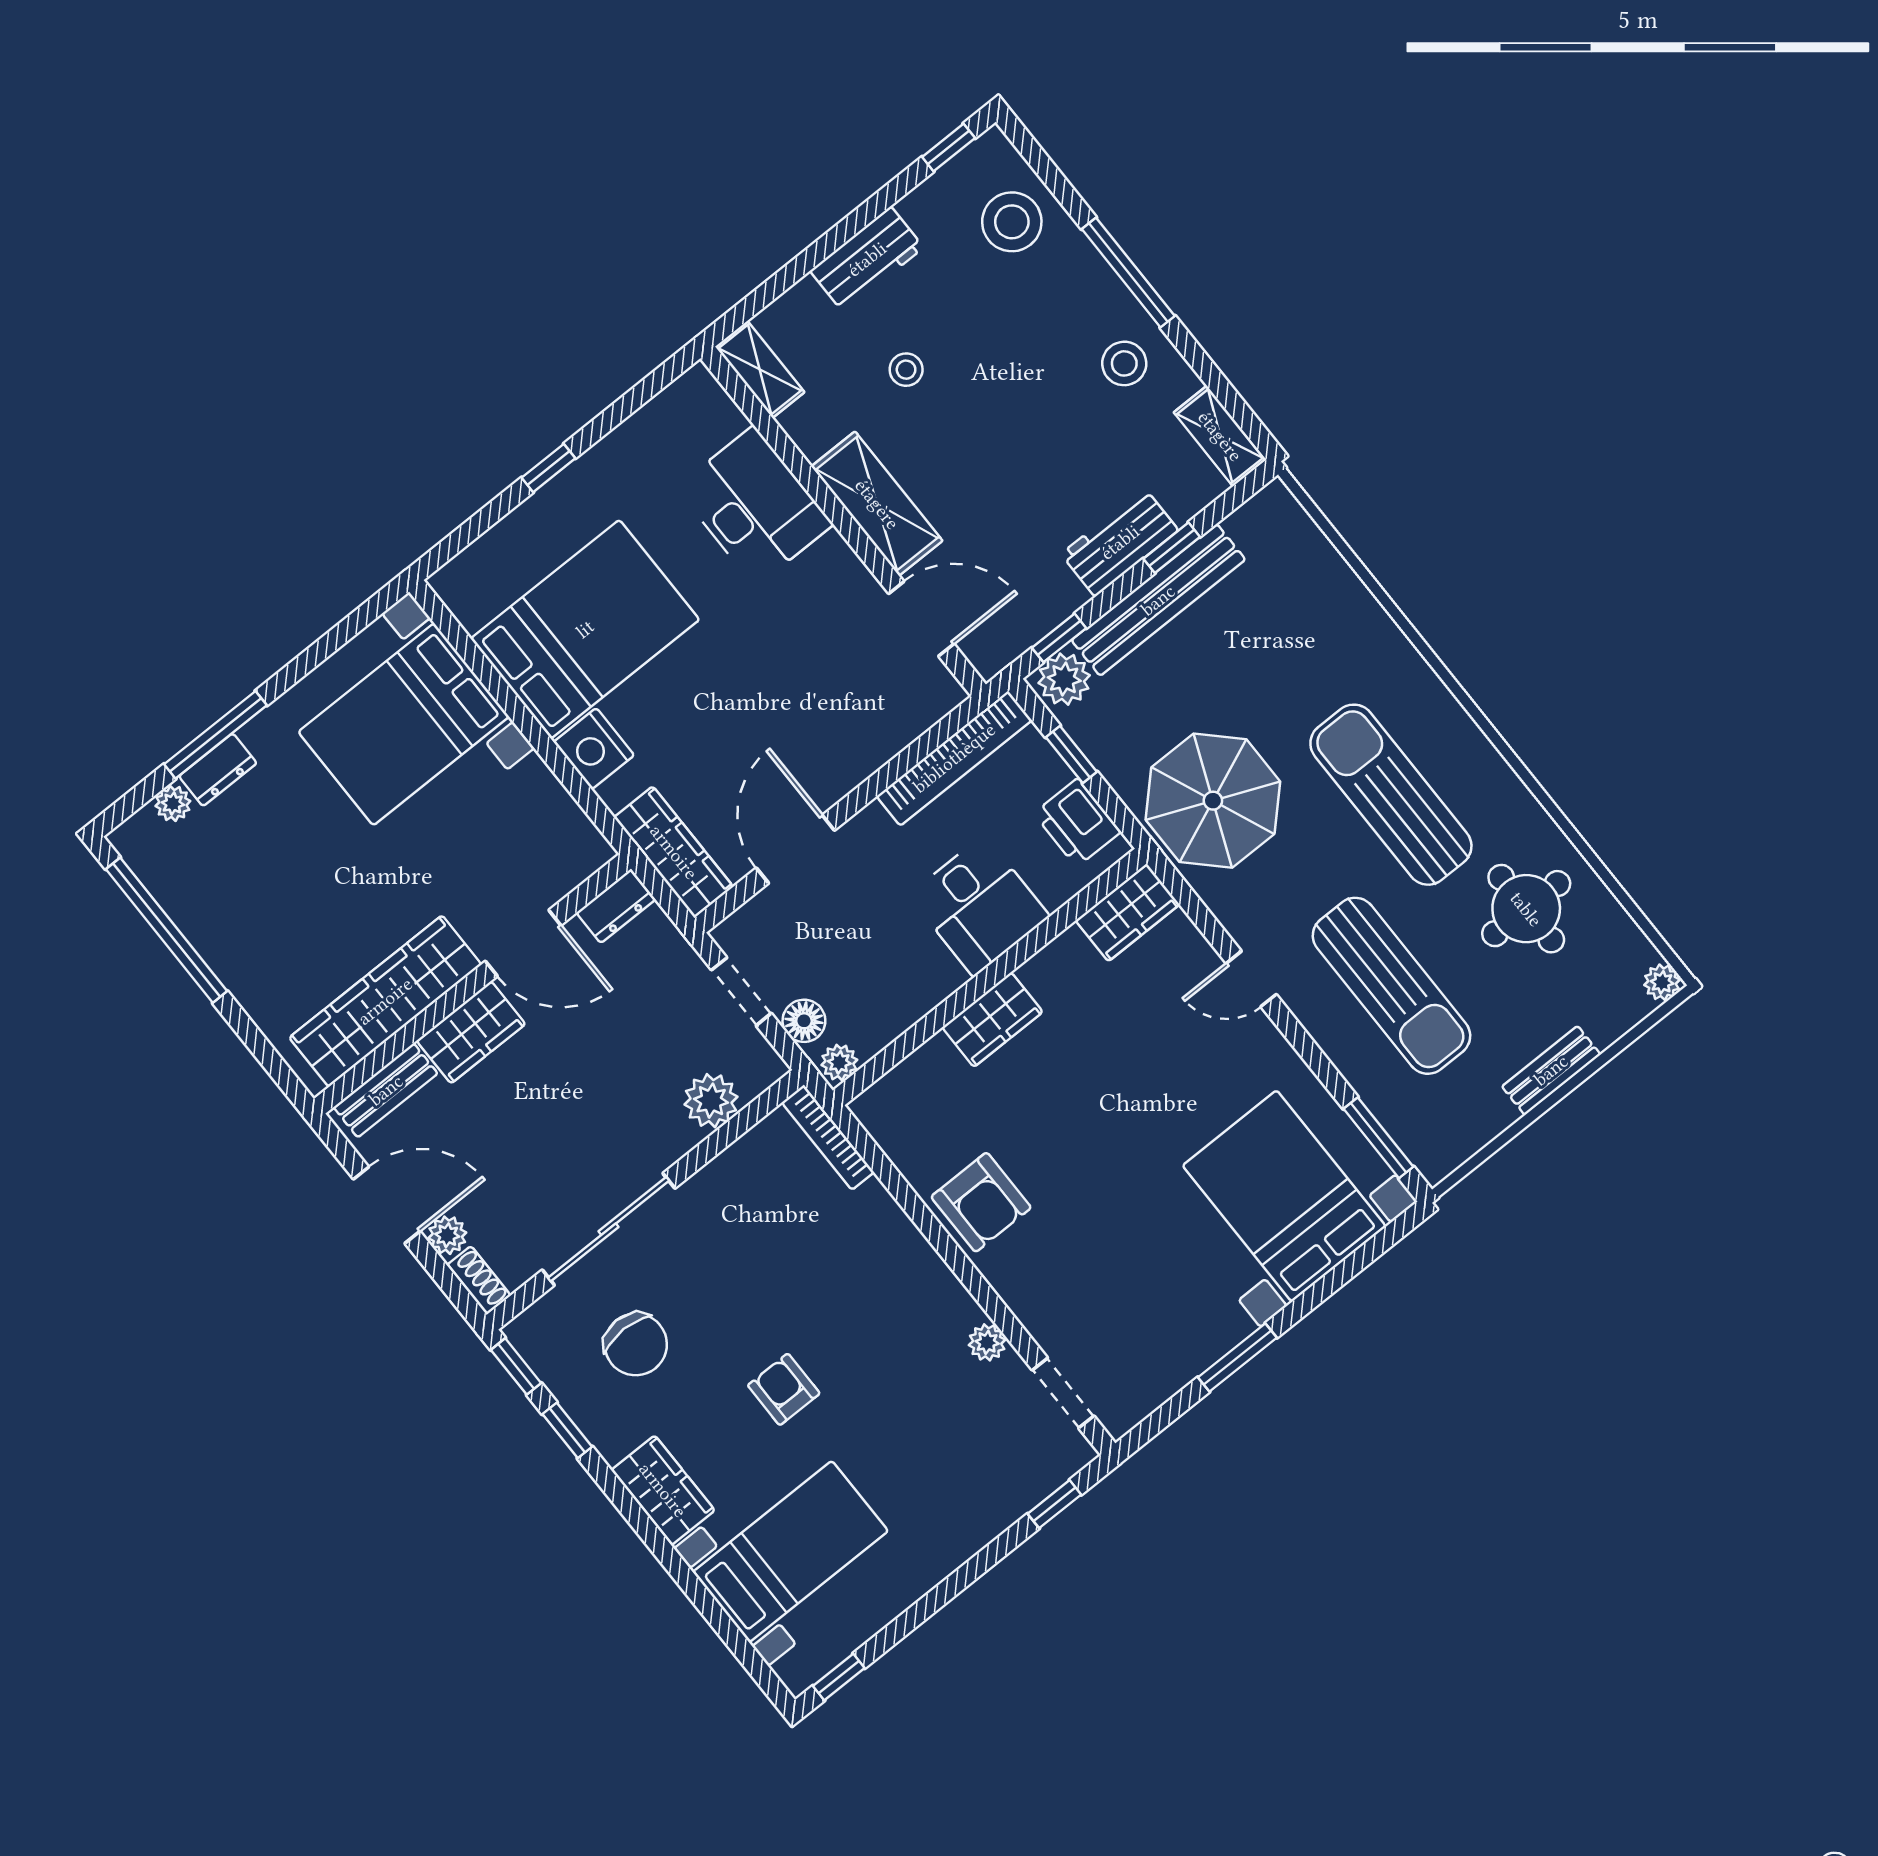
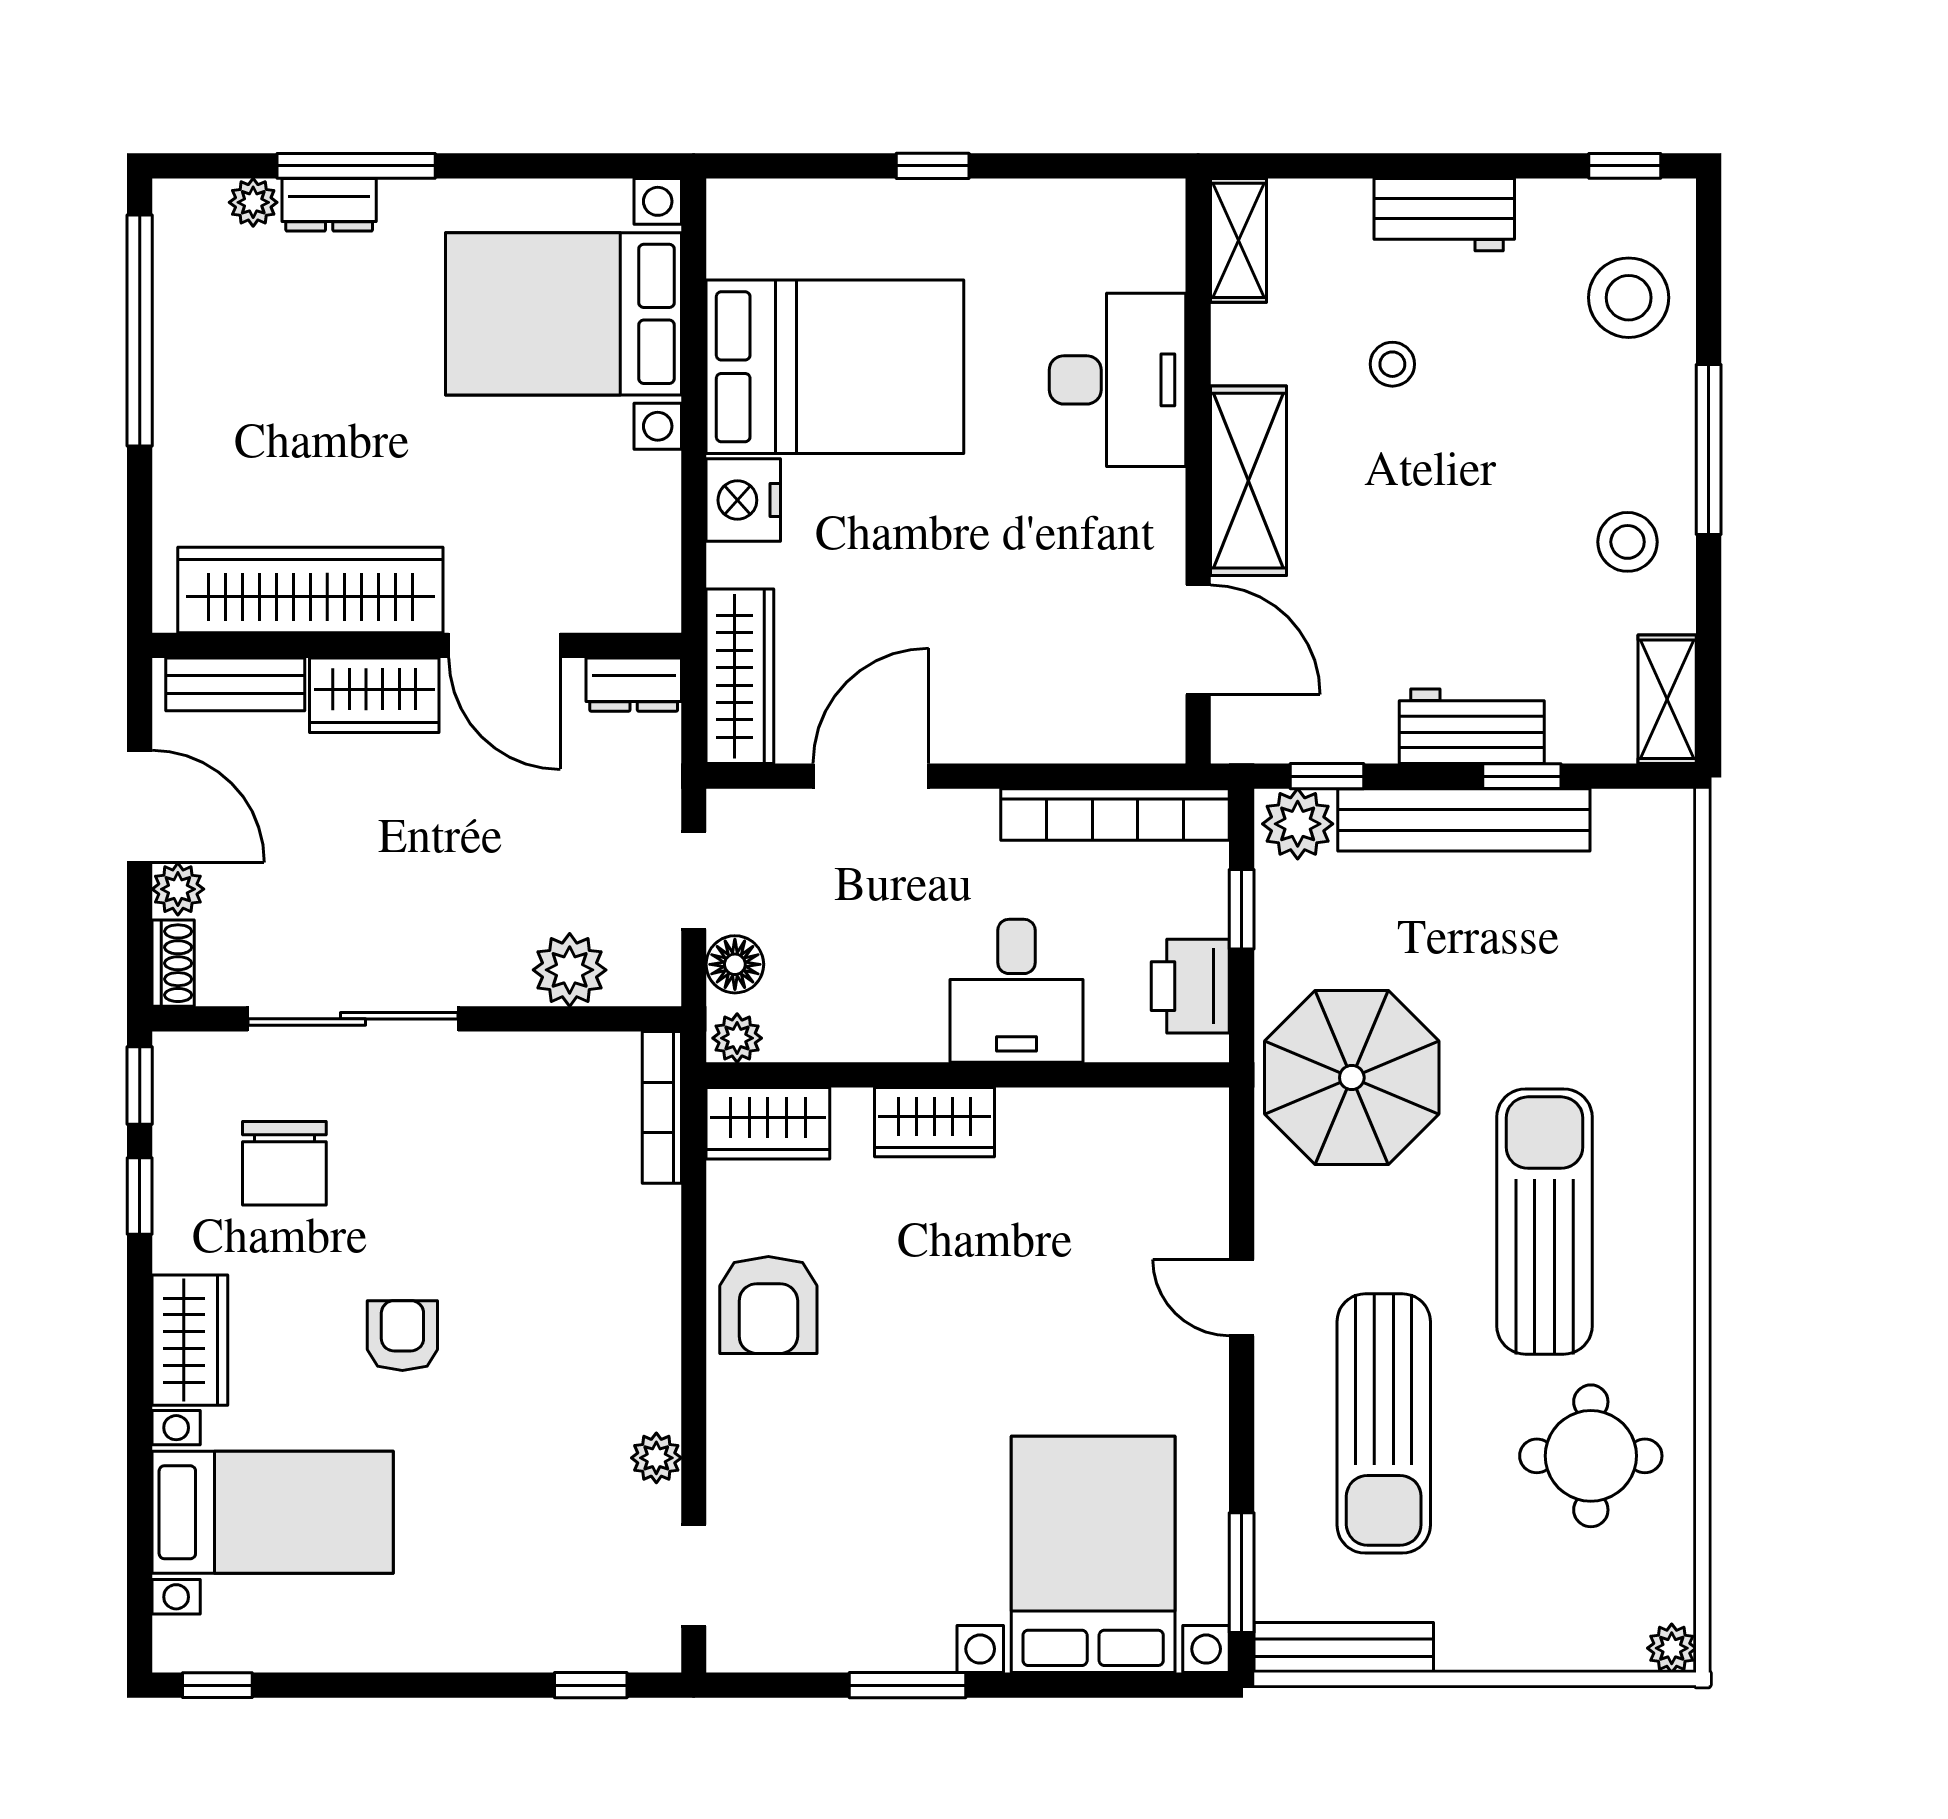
wardrobe: (1127, 912) -> (768, 1123), moved
bench: (1551, 1070) -> (1344, 1648), moved, width x1.36

